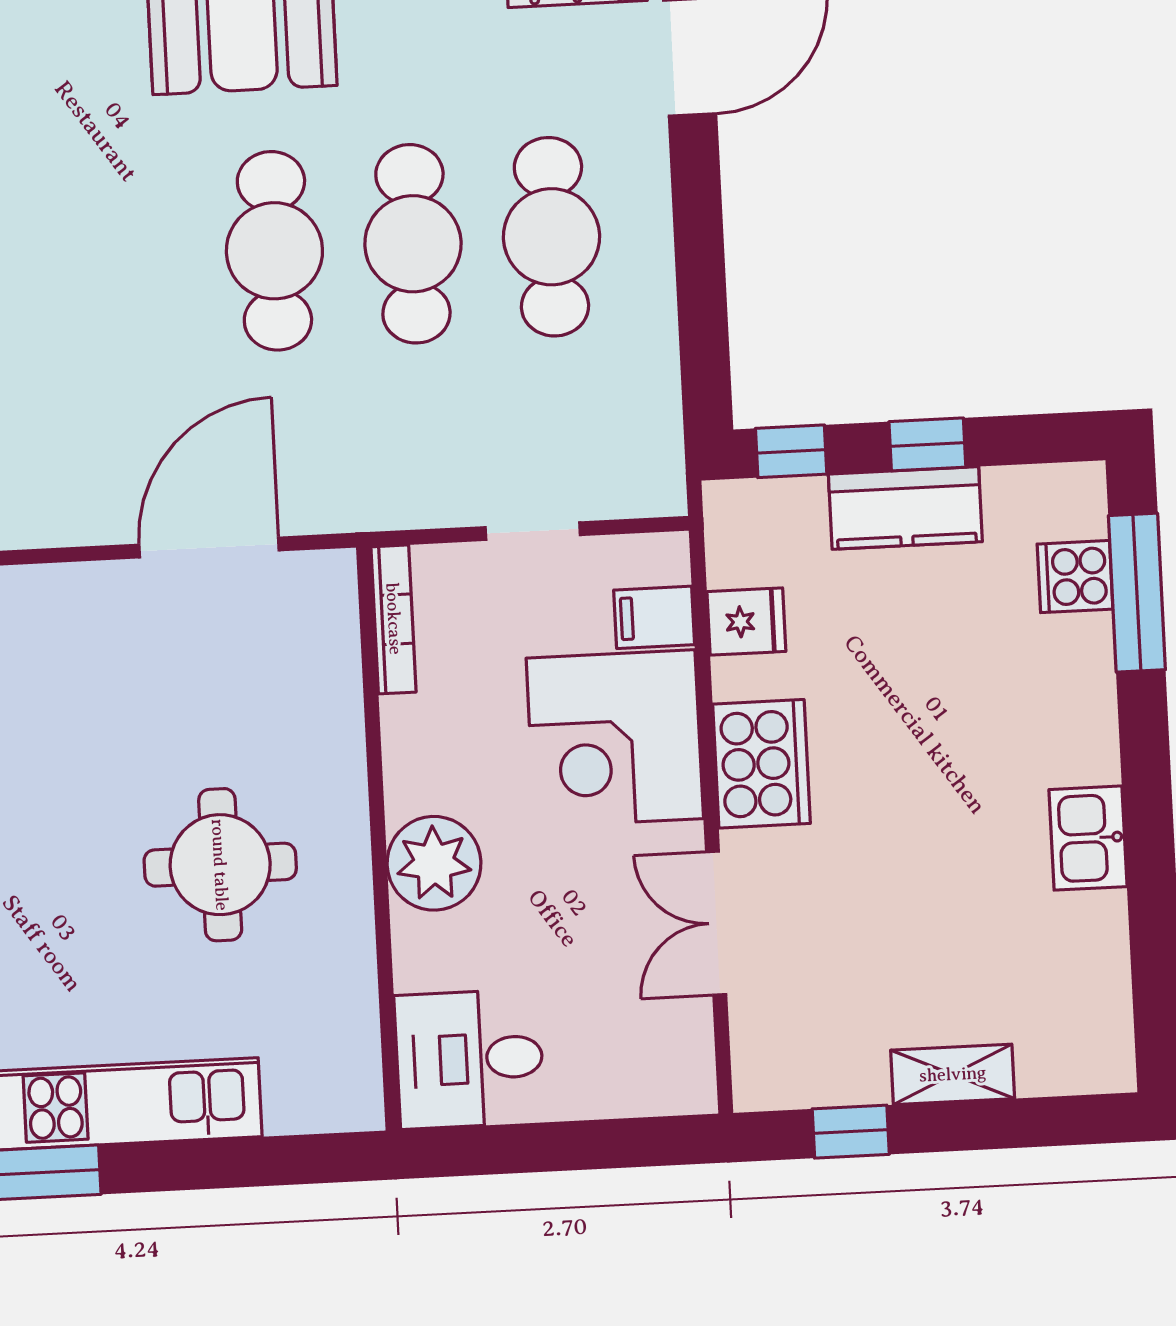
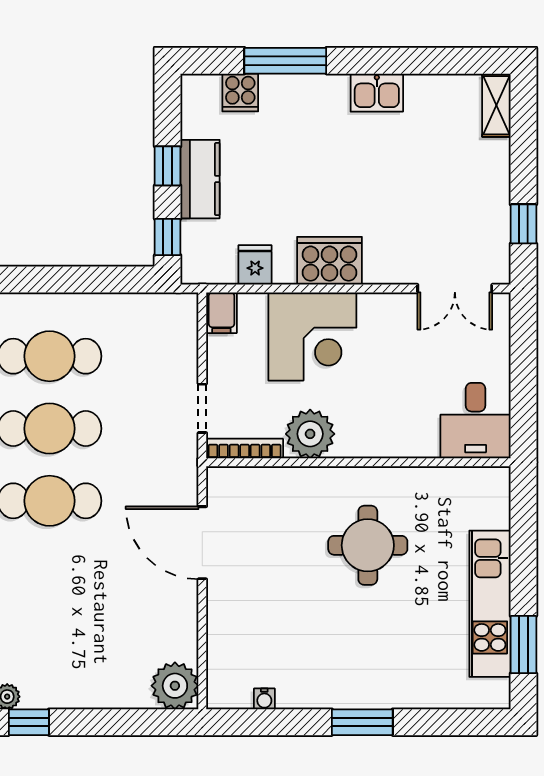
doorway: (533, 531) -> (202, 408), moved
window: (1137, 593) -> (285, 61), moved
filing cabinet: (654, 617) -> (221, 313), moved
plant: (434, 863) -> (310, 434), moved
double door: (716, 923) -> (455, 288), moved
shelving: (953, 1074) -> (496, 105), moved

